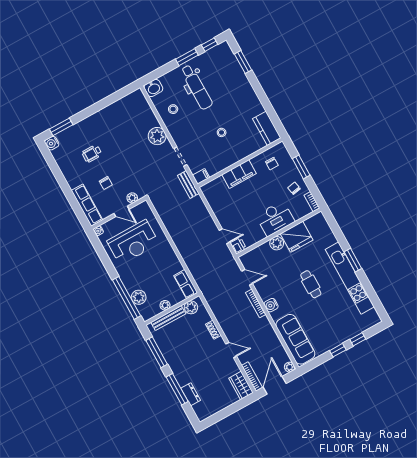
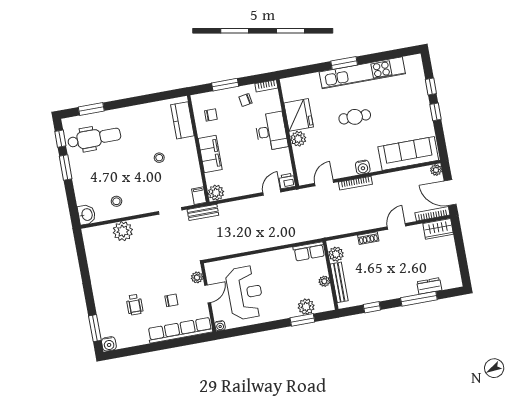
dental chair: (197, 87) -> (94, 138), moved
kitchen counter: (267, 128) -> (182, 120), moved, turned 90
plant: (157, 136) -> (123, 231), moved
plant: (208, 190) -> (216, 193), added
row of seats: (87, 205) -> (180, 330), width x1.36
window: (127, 298) -> (302, 320), width x0.47
window: (157, 352) -> (372, 307), width x0.46

